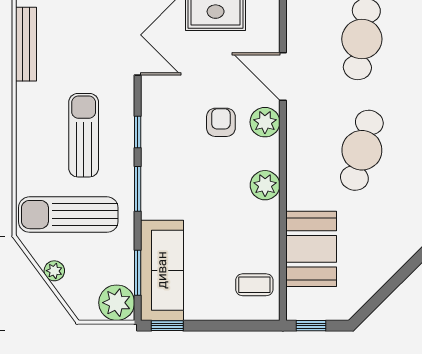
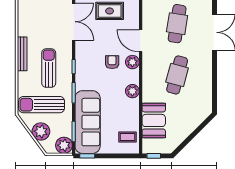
bench: (26, 44) -> (22, 54), moved
sofa: (162, 270) -> (88, 122), width x1.36, depth x1.27
plant: (54, 271) -> (41, 131), width x1.88, depth x1.88

